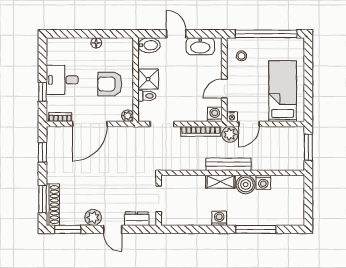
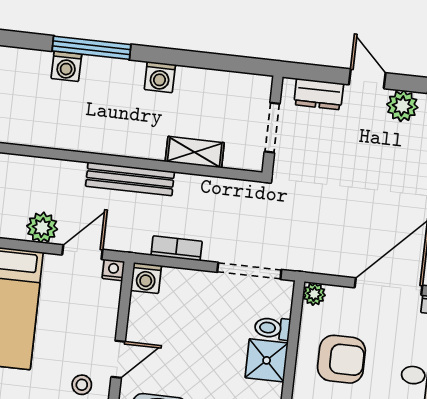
door: (224, 89) -> (118, 359), moved
doorway: (162, 124) -> (249, 271), width x1.38
bookcase: (201, 131) -> (177, 248), width x0.64
plant: (230, 134) -> (42, 228), moved
shelving: (220, 182) -> (195, 152), moved
washing machine: (263, 182) -> (66, 66), moved, turned 180
boiler: (246, 184) -> (102, 136), removed

